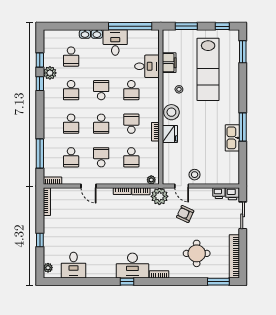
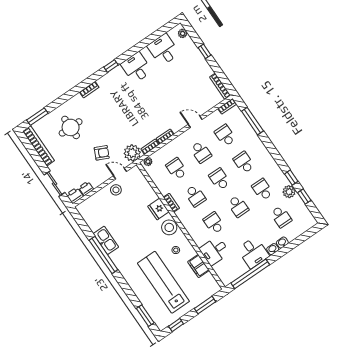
school desk: (71, 57) -> (281, 217), turned 180
window: (243, 127) -> (103, 255), width x1.46
desk: (132, 266) -> (136, 68), moved, width x0.73

